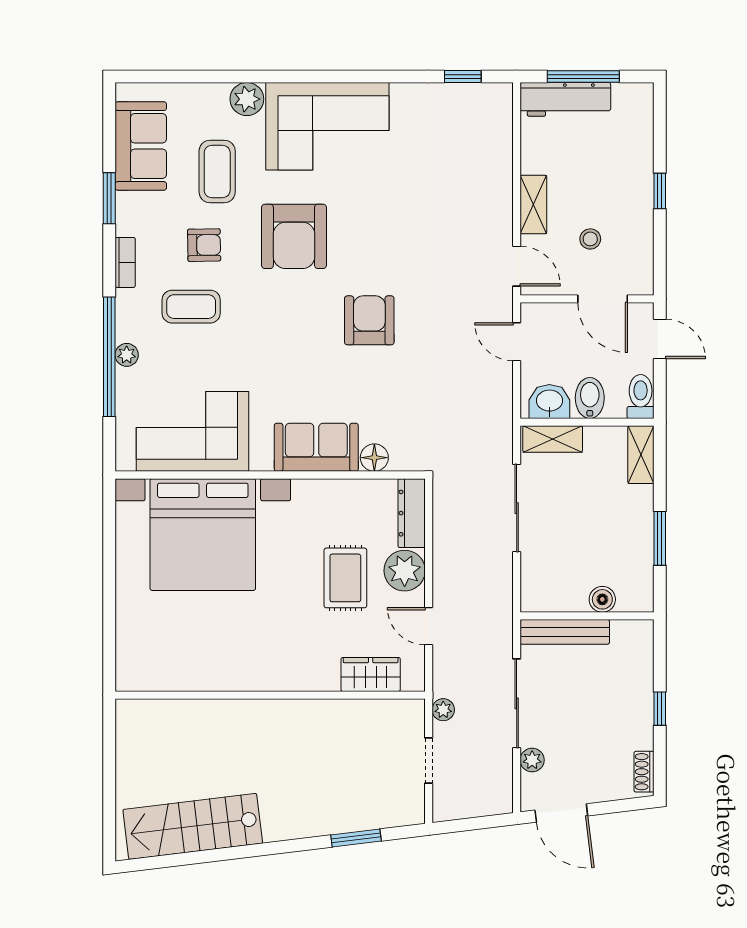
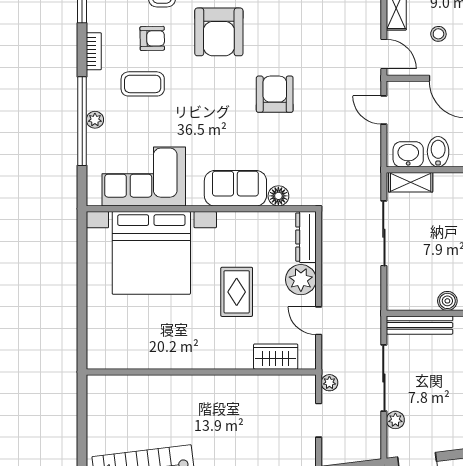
rug: (345, 578) -> (237, 292), moved

